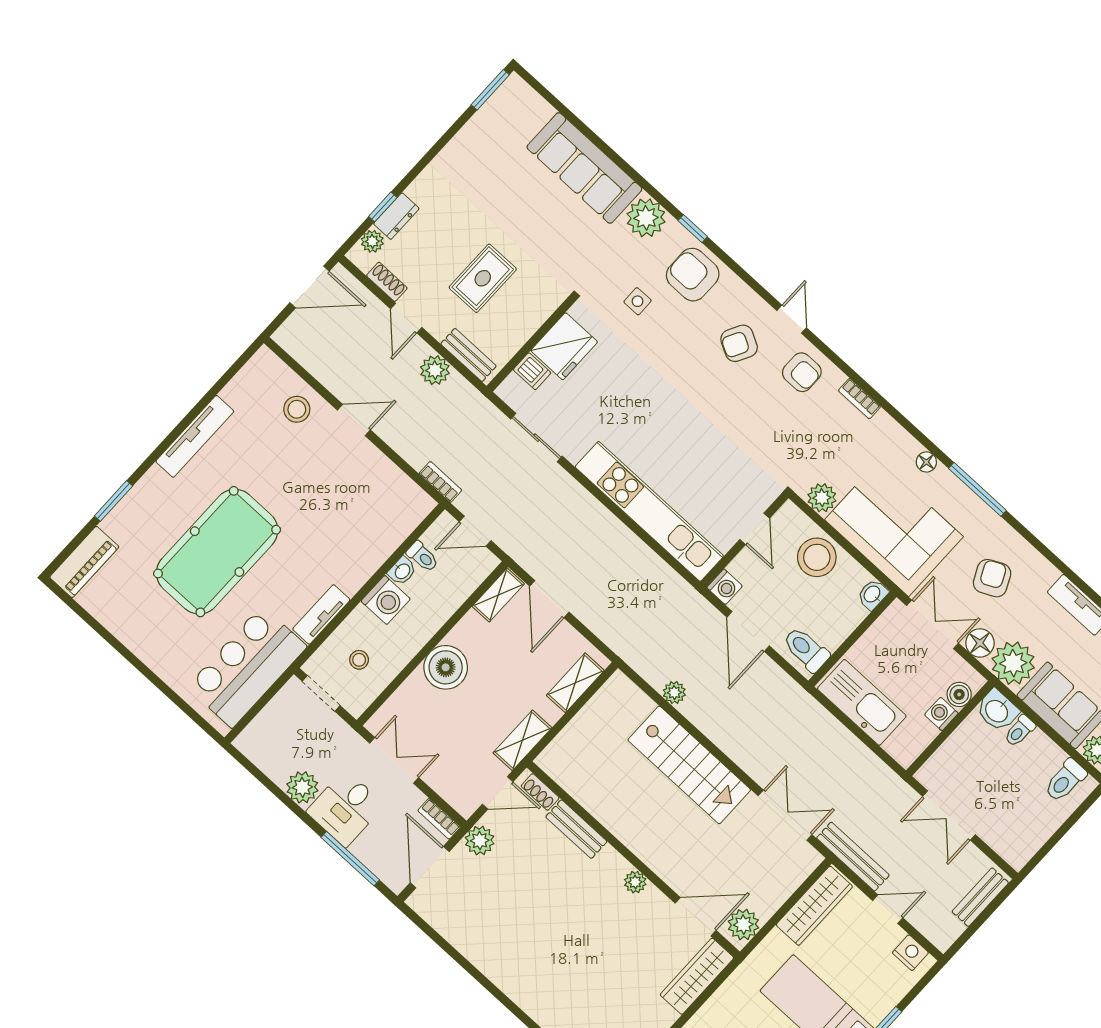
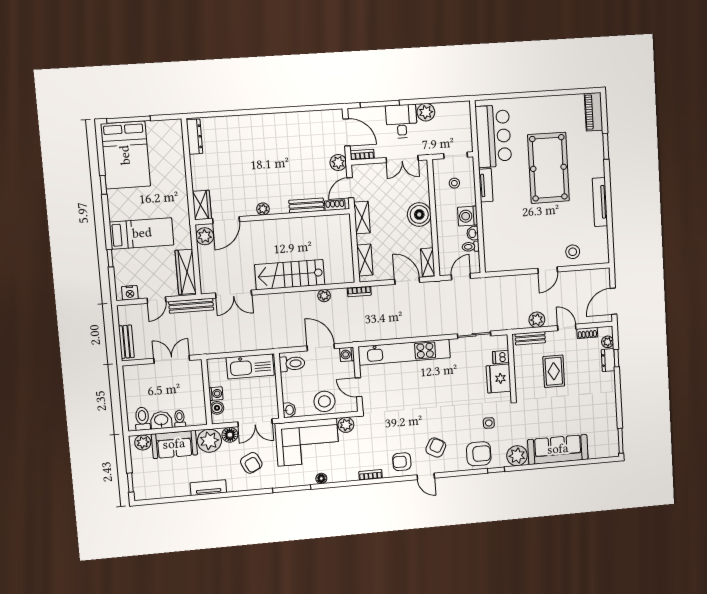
bookcase: (440, 482) -> (359, 291), moved
washbasin: (997, 710) -> (161, 420), moved
wardrobe: (697, 976) -> (202, 205), width x0.67

